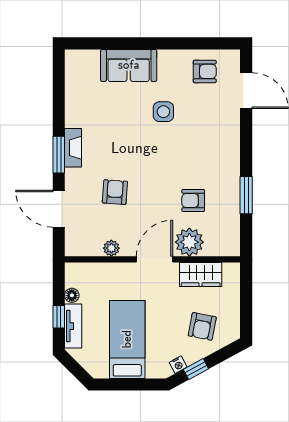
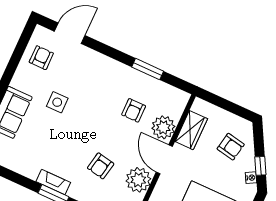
armchair: (115, 192) -> (101, 166), turned -83
plant: (111, 248) -> (138, 180), width x1.87, depth x1.87

